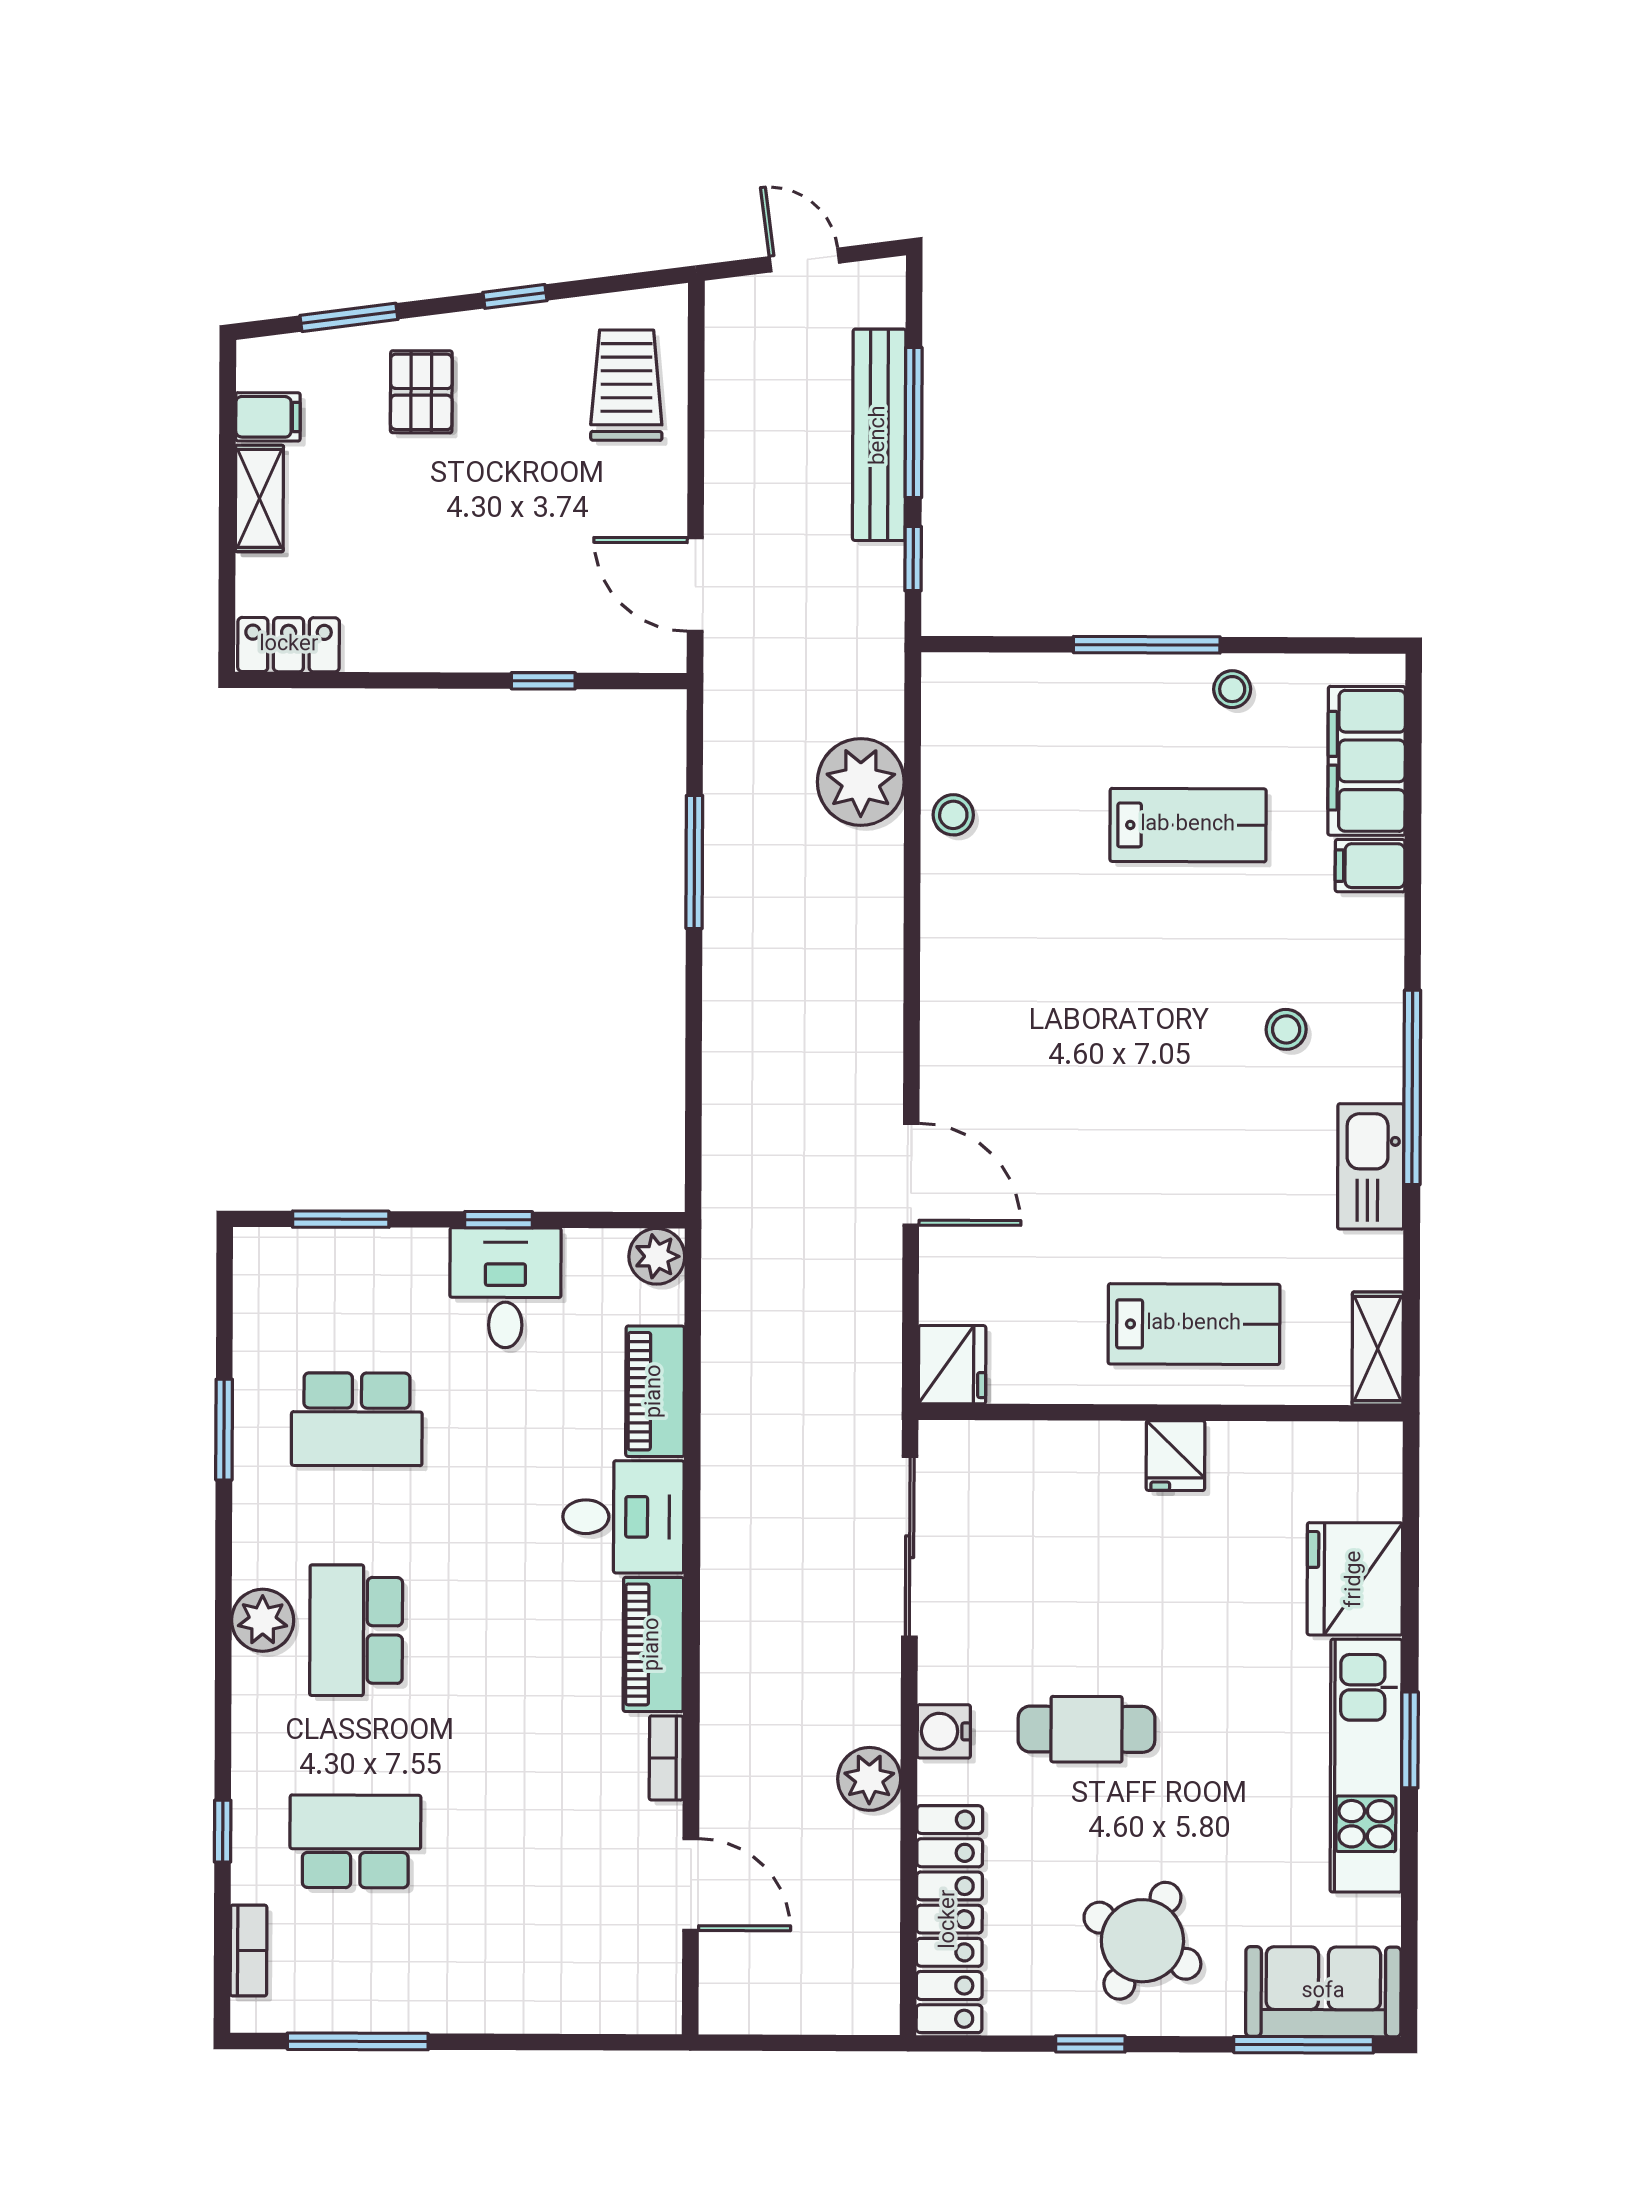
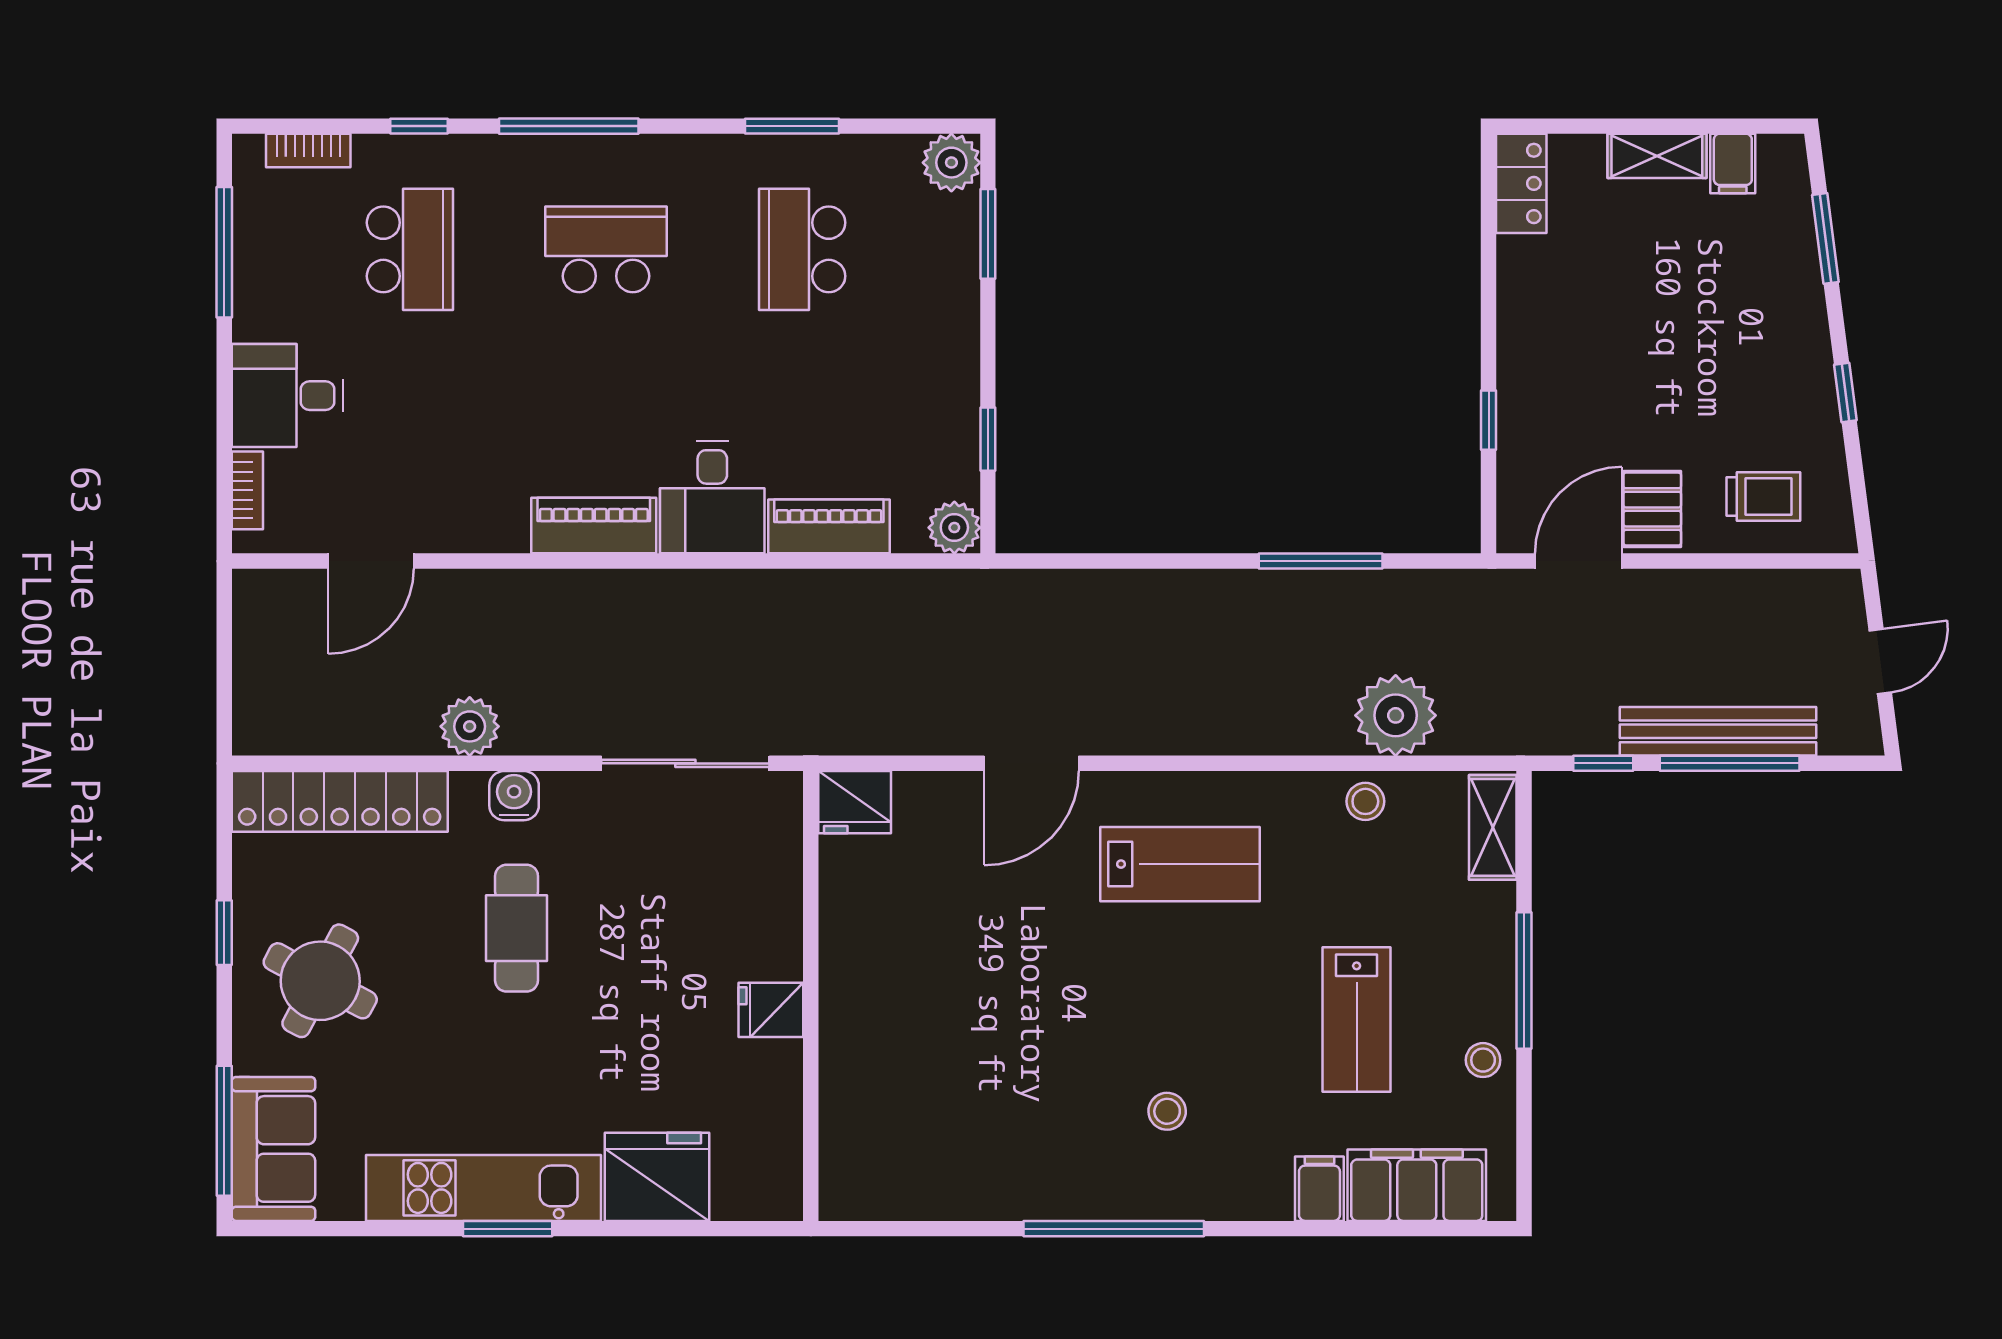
trolley: (626, 385) -> (1763, 496), width x0.73, depth x0.72
pallet: (421, 392) -> (1652, 509), moved, turned 90
kitchen sink: (1371, 1166) -> (1040, 1190), removed
window: (499, 1220) -> (988, 439), moved
desk: (505, 1288) -> (287, 396), moved, turned 180
lab bench: (1194, 1324) -> (1180, 864), moved, turned -90
shelving: (1378, 1349) -> (1493, 827), moved, turned 90
plant: (263, 1620) -> (951, 163), moved
window: (223, 1670) -> (569, 126), added
bookcase: (666, 1758) -> (247, 490), moved, turned 90

